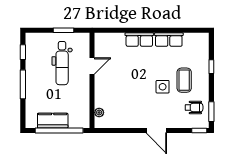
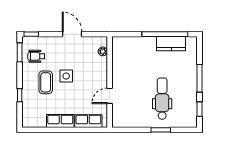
door: (92, 66) -> (110, 96), moved
wall: (92, 80) -> (110, 82), moved
plant: (99, 113) -> (103, 51), moved

